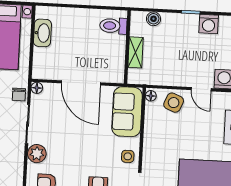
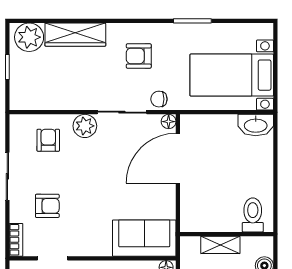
washbasin: (42, 33) -> (256, 125), moved
door: (81, 83) -> (178, 158), moved
side table: (128, 156) -> (87, 242), removed

